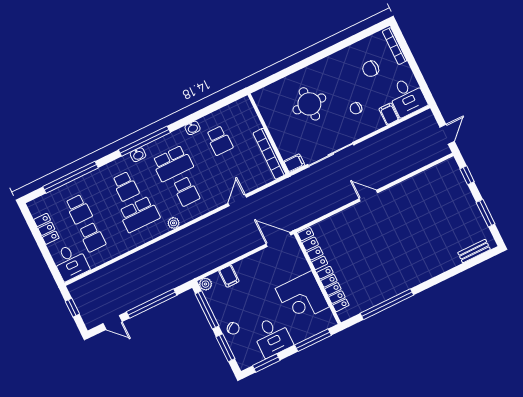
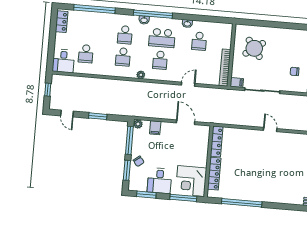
round table: (309, 104) -> (254, 48), moved, turned -36
school desk: (79, 209) -> (88, 32), removed
school desk: (139, 214) -> (123, 57), width x0.54
locker: (46, 229) -> (62, 22), moved
door: (278, 240) -> (186, 122), moved
corner desk: (302, 298) -> (191, 181), moved
window: (152, 304) -> (98, 116), width x0.47

